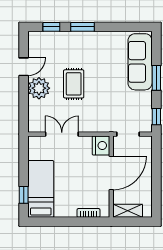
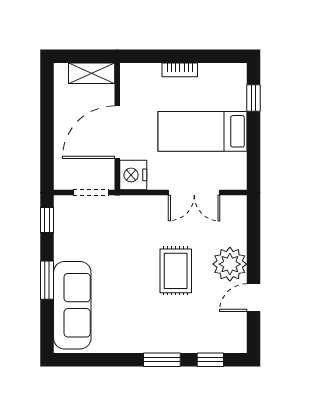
bed: (41, 189) -> (202, 131), moved, turned 90
bookcase: (88, 213) -> (180, 70), moved

